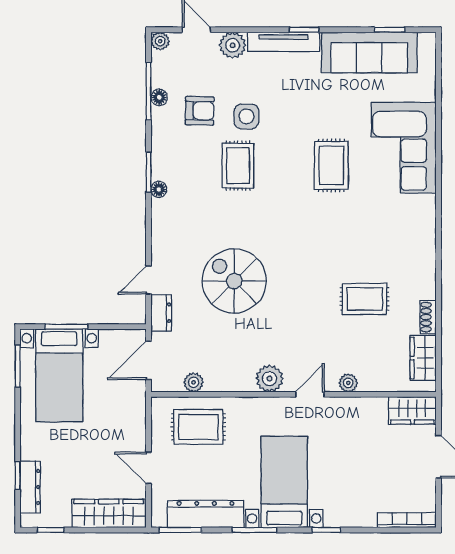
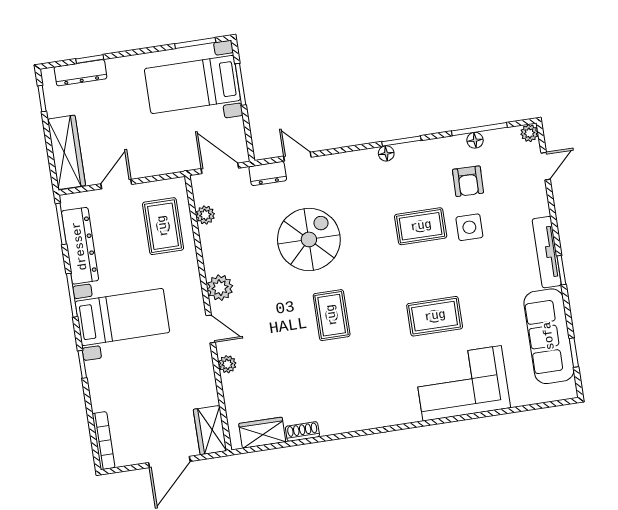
plant: (233, 45) -> (536, 203), removed
rug: (365, 299) -> (332, 315), moved

